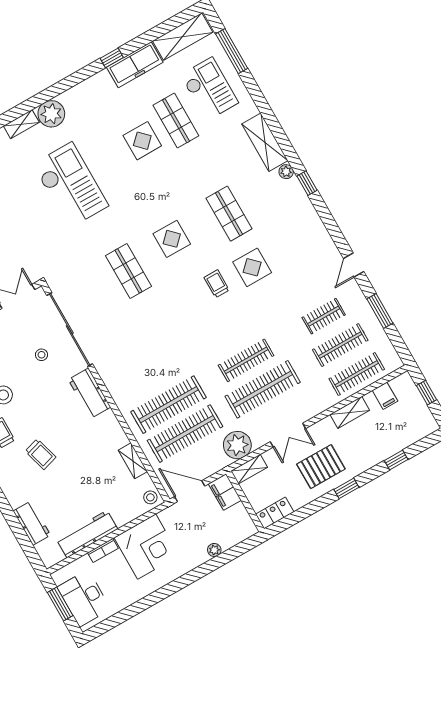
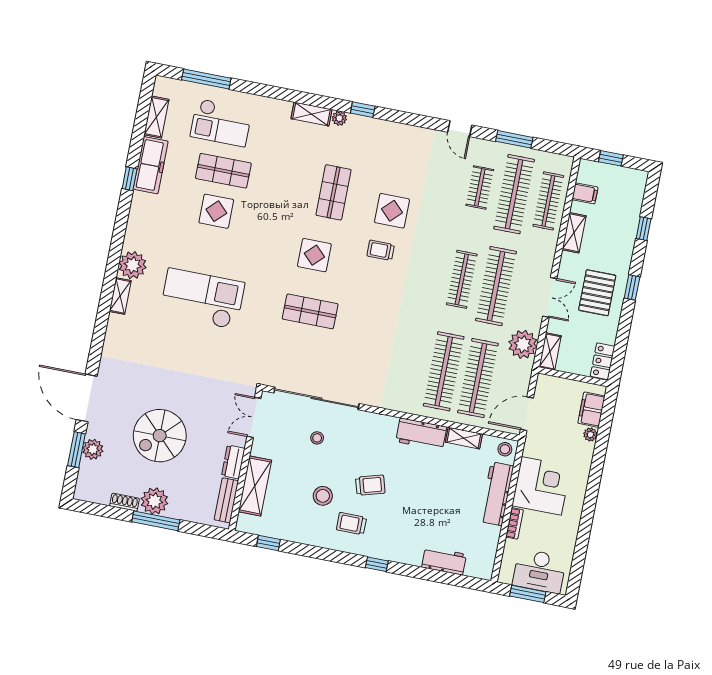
shelving: (183, 37) -> (156, 117), width x0.67, depth x0.75
checkout: (209, 89) -> (221, 123), turned 180
shelving: (265, 142) -> (311, 114), width x0.67, depth x0.75
shop shelf: (229, 214) -> (334, 192), turned 90
clothes rail: (340, 345) -> (514, 194), width x1.37, depth x1.31
workbench: (89, 393) -> (421, 434), moved
trolley: (41, 454) -> (370, 485), moved
filing cabinet: (225, 492) -> (591, 410), moved, turned 90
workbench: (87, 534) -> (497, 494), moved

